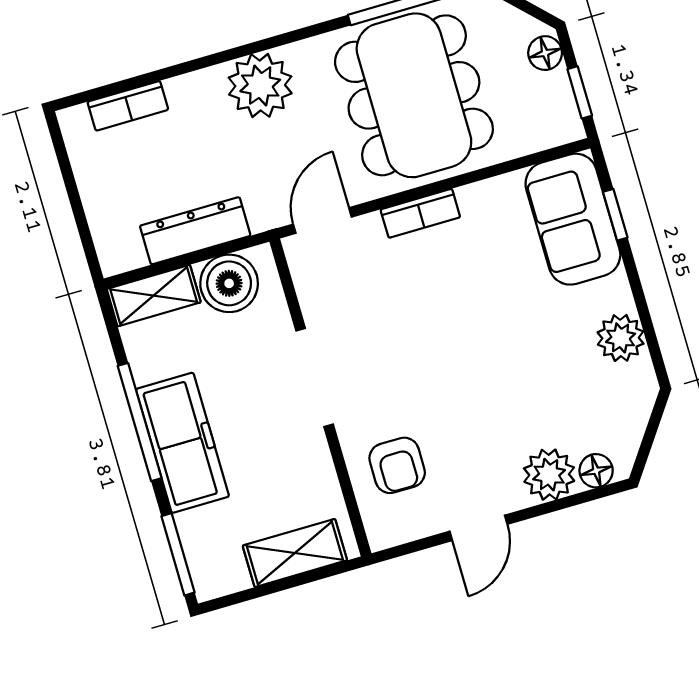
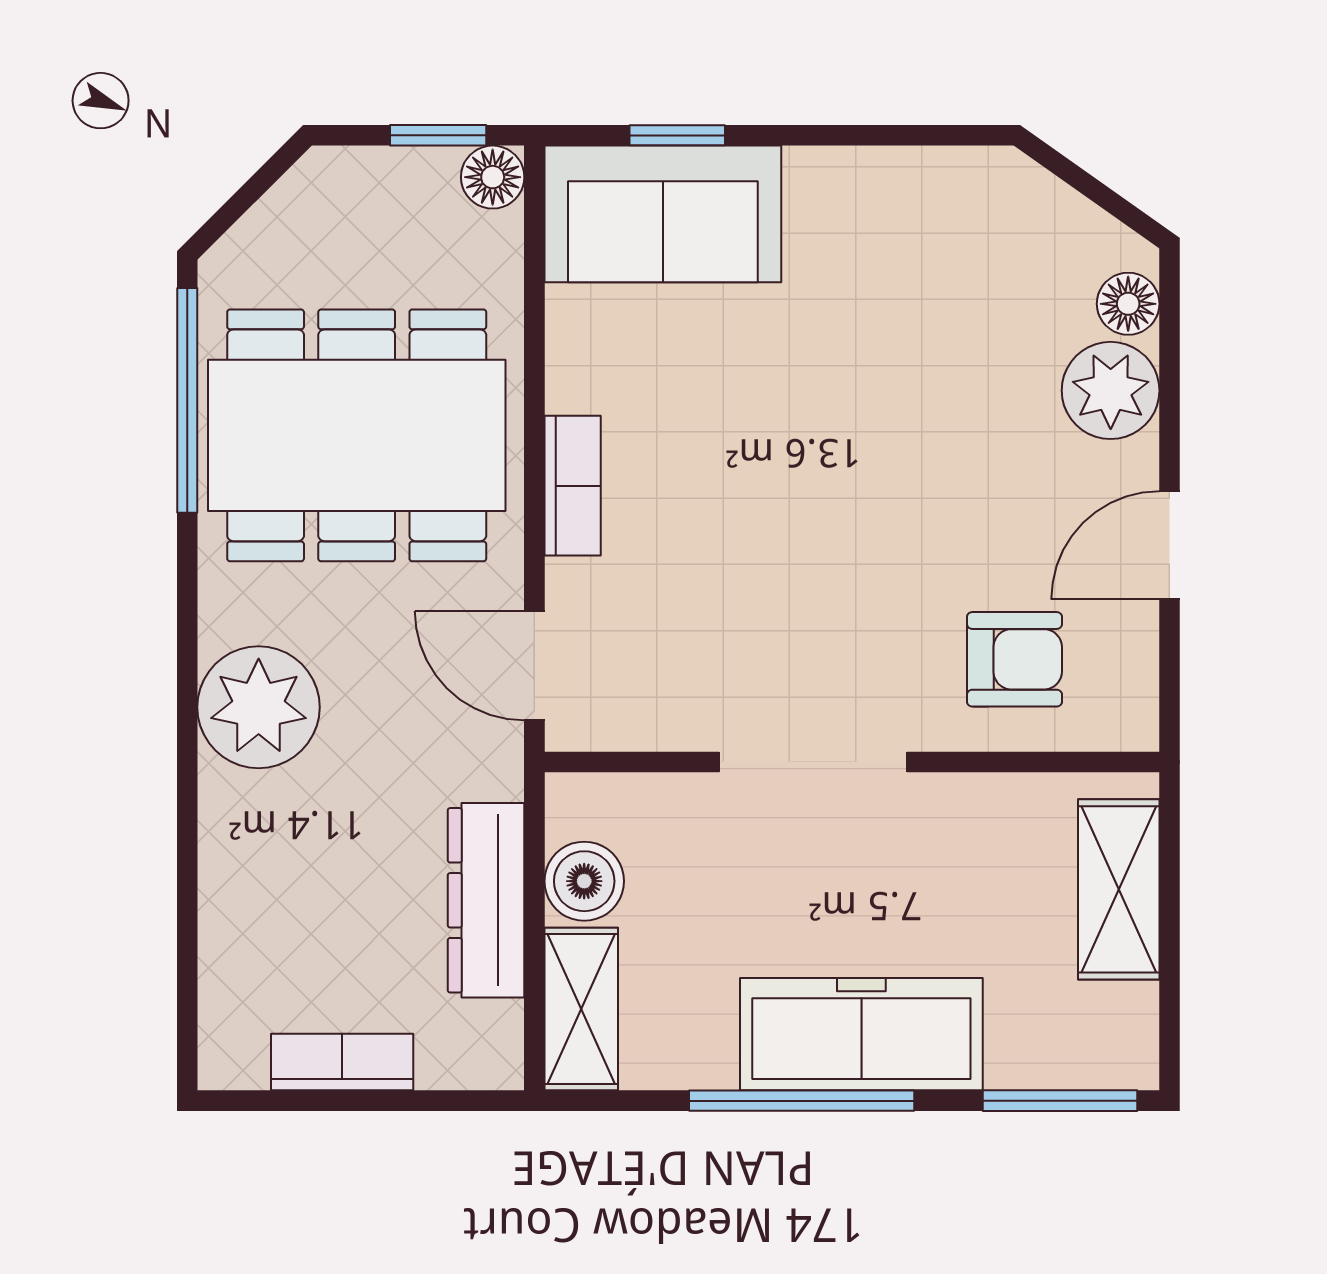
floor lamp: (545, 53) -> (493, 177), moved
bookcase: (128, 106) -> (342, 1062), moved, turned -90
boiler: (229, 283) -> (584, 881), width x0.73, depth x0.73
plant: (621, 338) -> (902, 190), removed
door: (479, 528) -> (1169, 545), swing flipped

